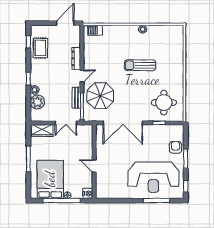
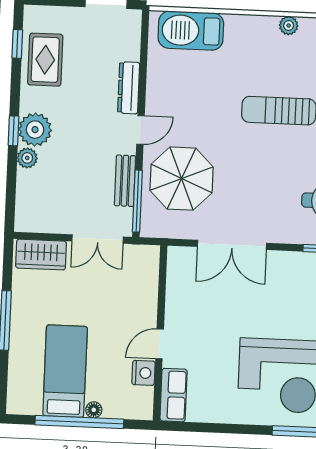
barbecue: (95, 30) -> (191, 31), width x1.88, depth x1.53
plant: (37, 102) -> (35, 130), moved
double door: (123, 123) -> (232, 245), width x0.73
door: (94, 166) -> (160, 344), hinge flipped
bed: (50, 179) -> (65, 371), width x0.67
row of seats: (101, 187) -> (174, 395), added
nightstand: (88, 193) -> (144, 373), moved

